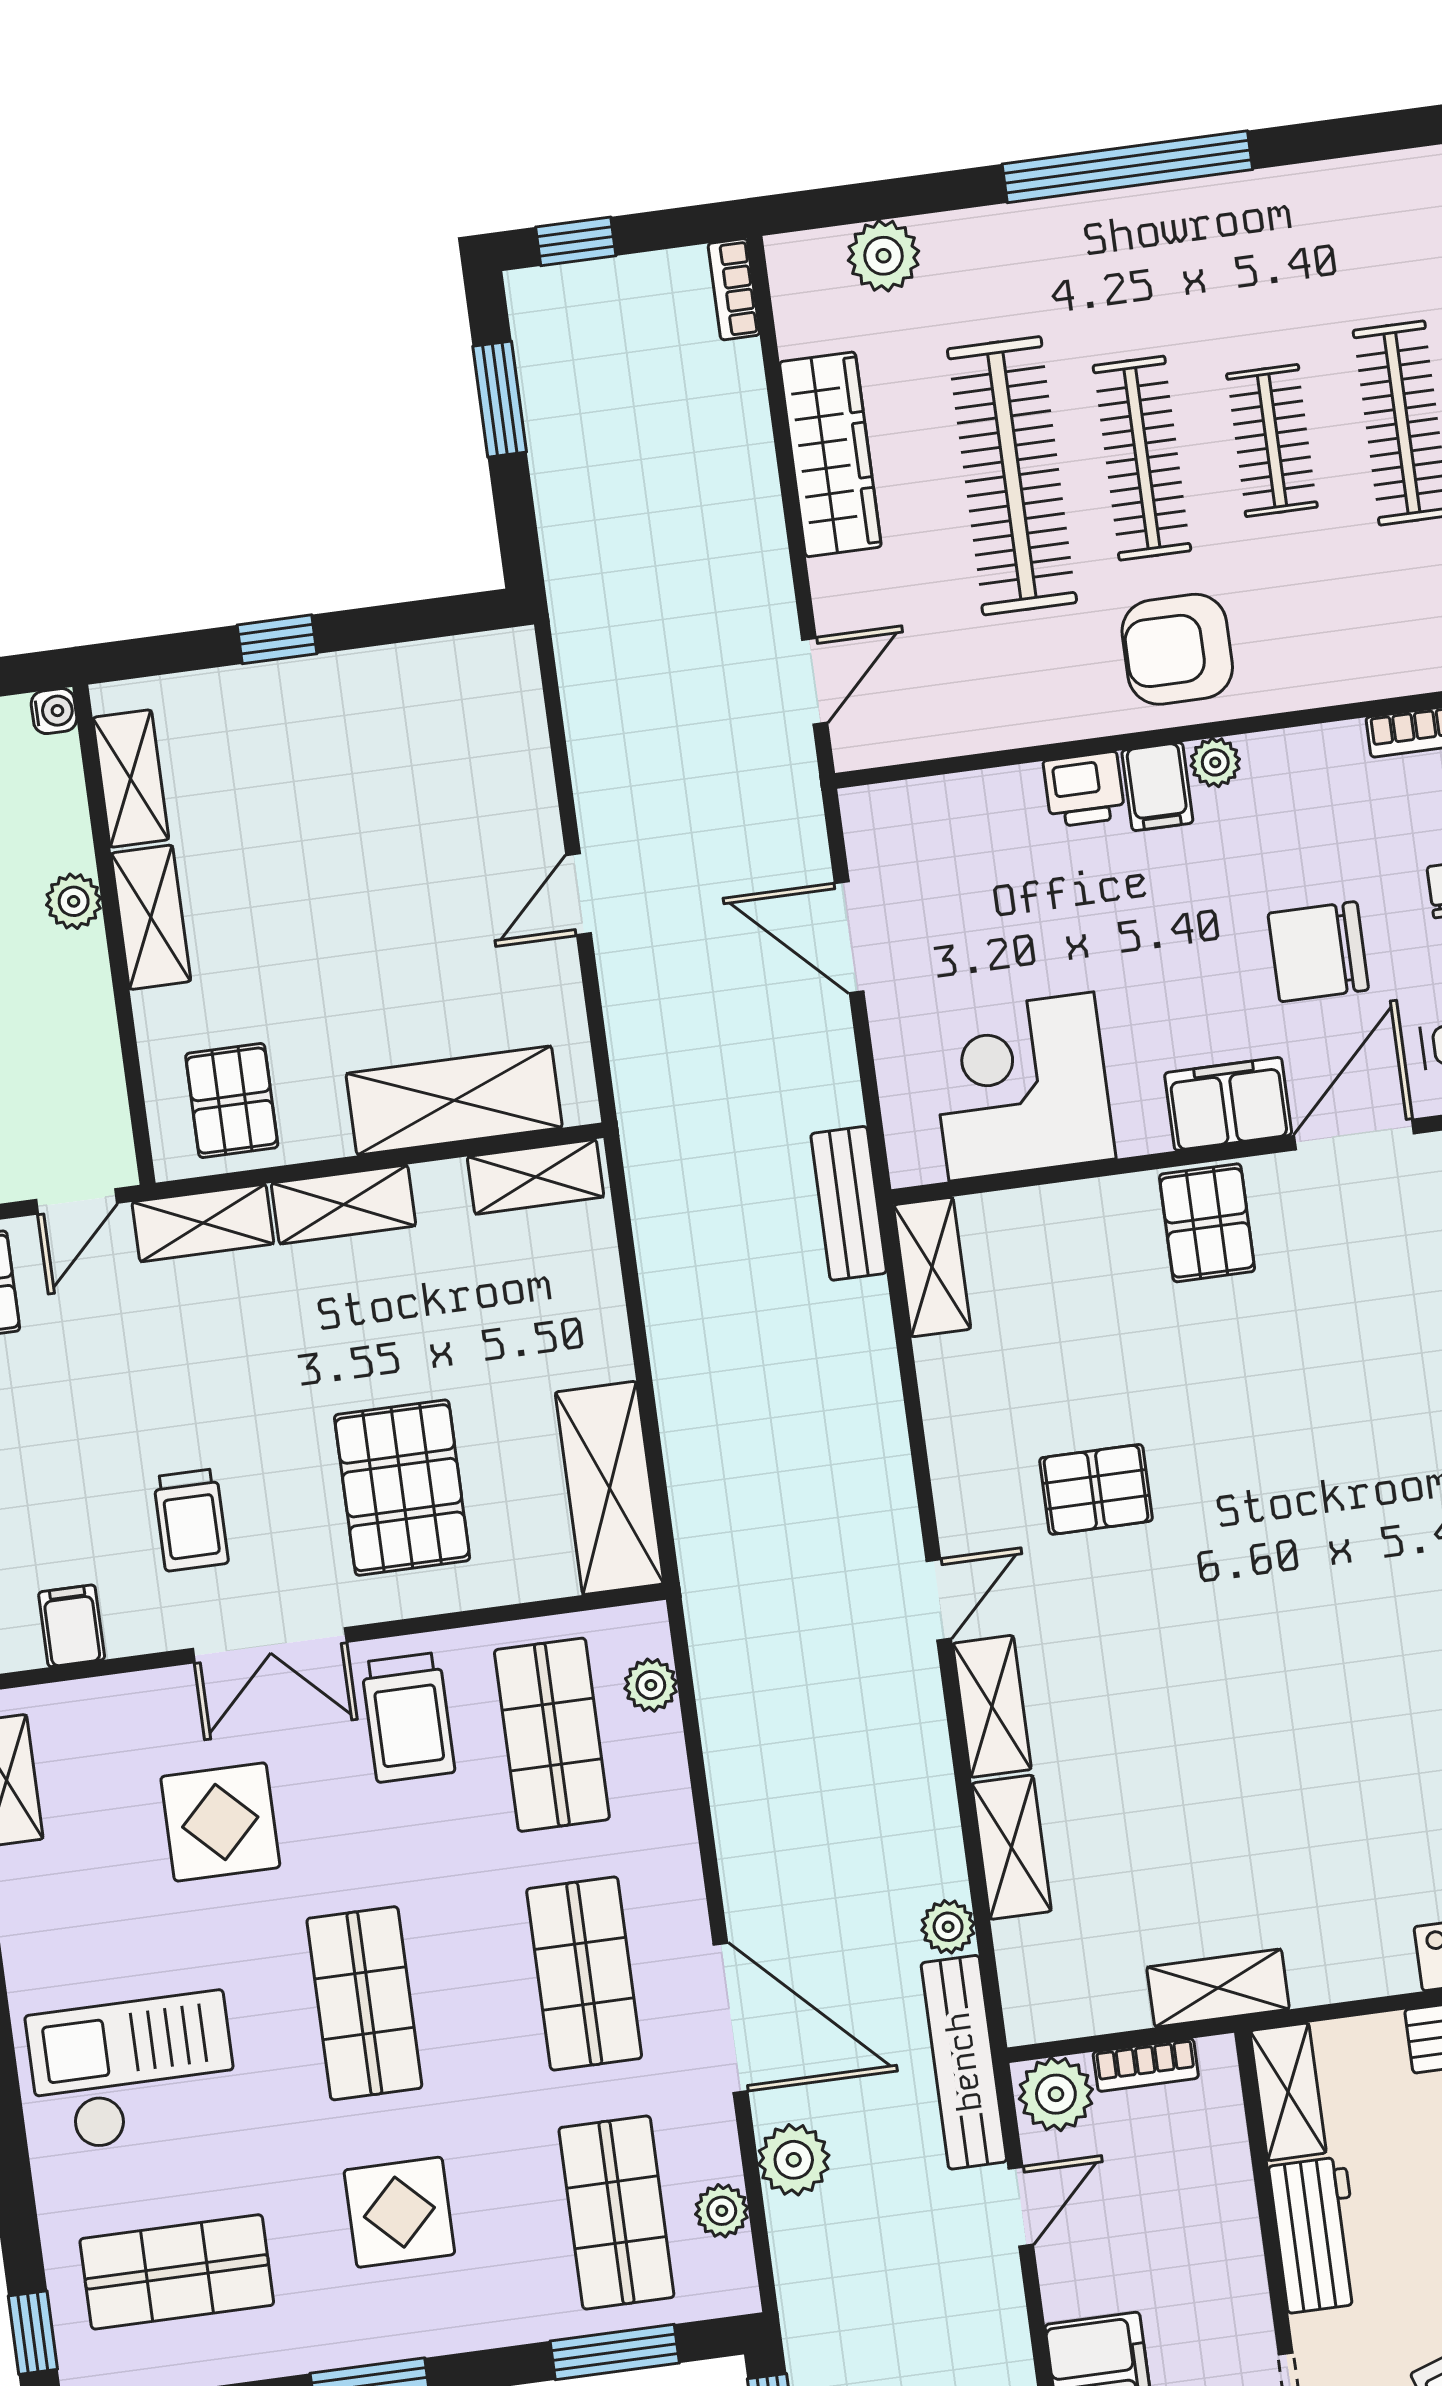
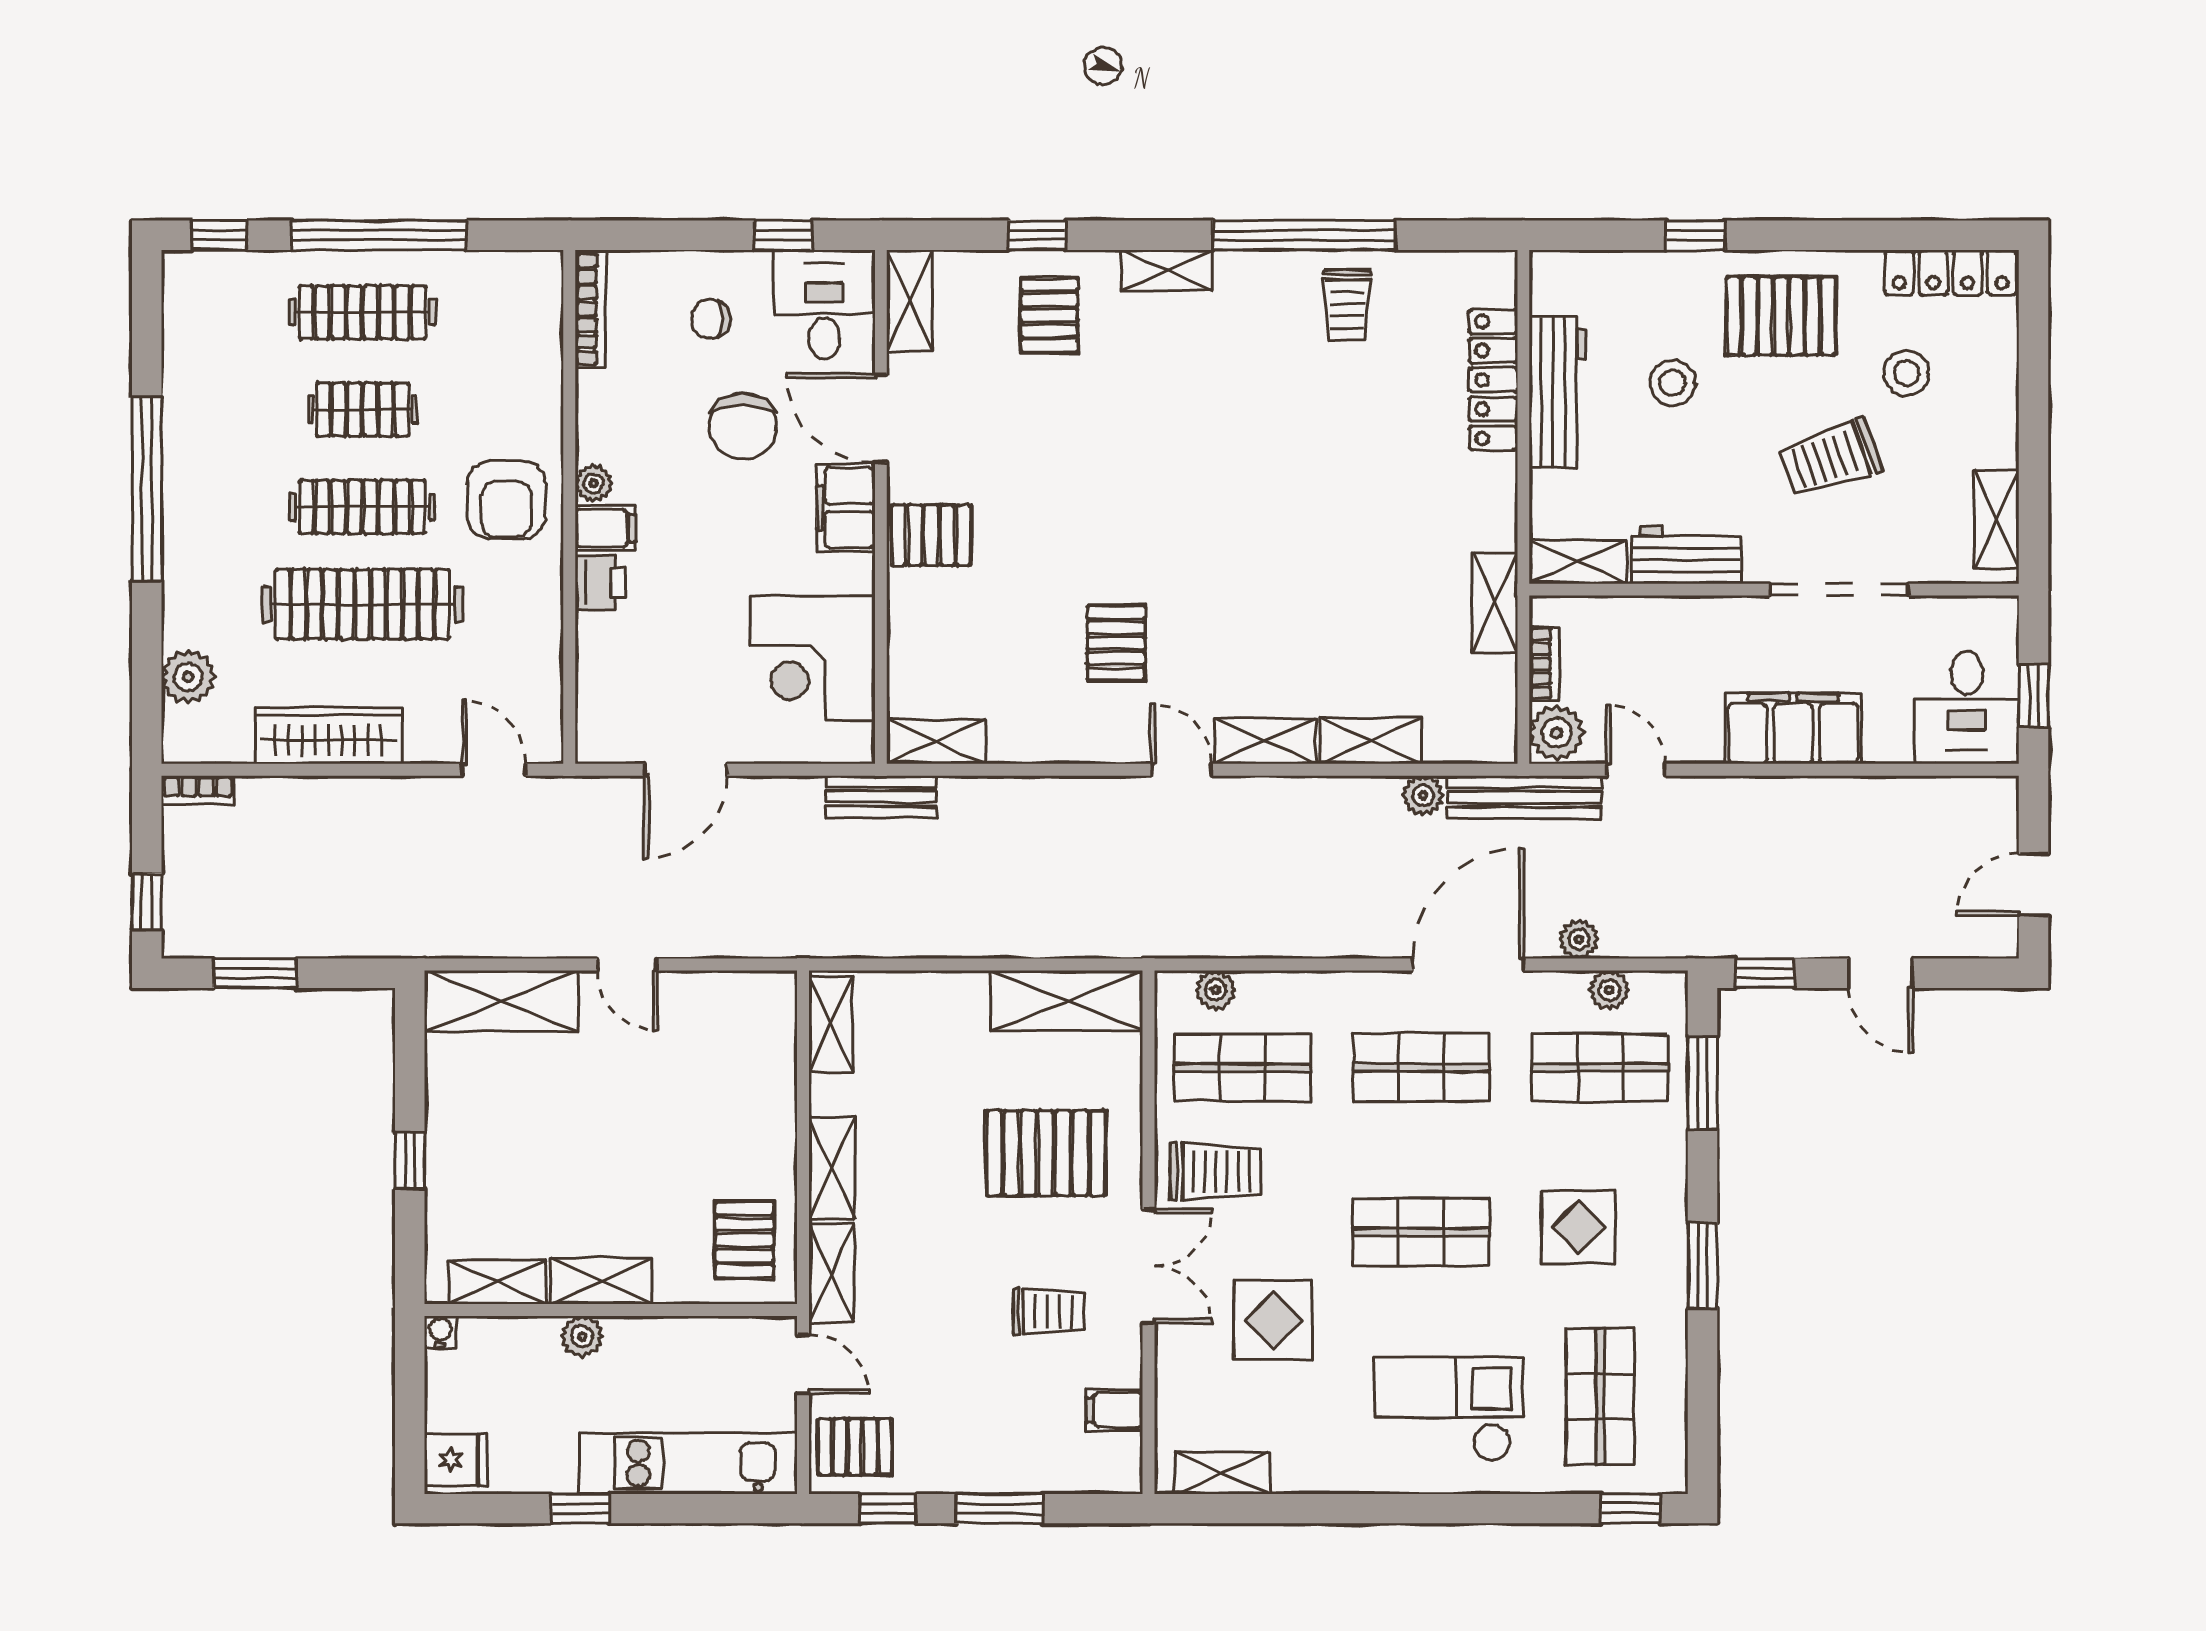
shelving: (454, 1100) -> (501, 1001), moved, turned 90
pallet: (232, 1101) -> (744, 1240), turned 90
checkout: (133, 2072) -> (1449, 1409), turned 90
plant: (794, 2160) -> (1579, 939), width x0.73, depth x0.73

